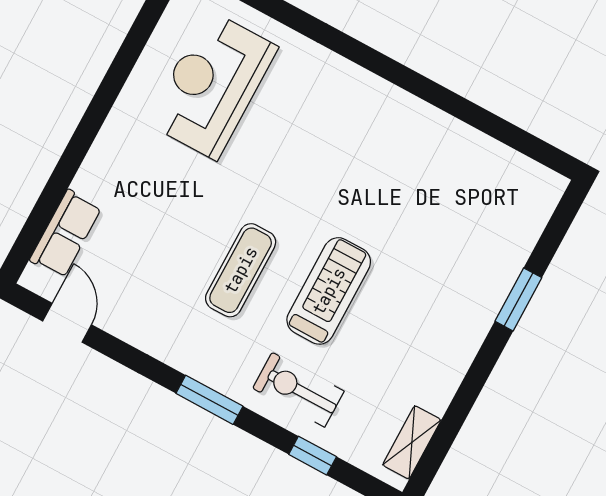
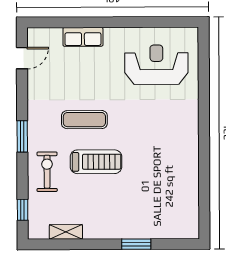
row of seats: (66, 234) -> (83, 37), moved
shelving: (412, 442) -> (66, 232), moved
window: (313, 456) -> (23, 210), moved

